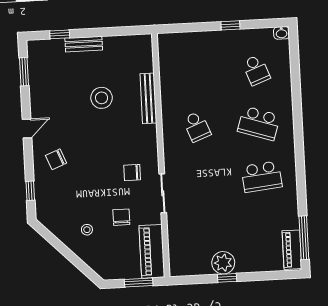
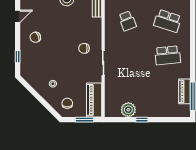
chair: (121, 217) -> (67, 103), moved
piano: (292, 250) -> (185, 91), moved
plant: (223, 263) -> (128, 110), moved

